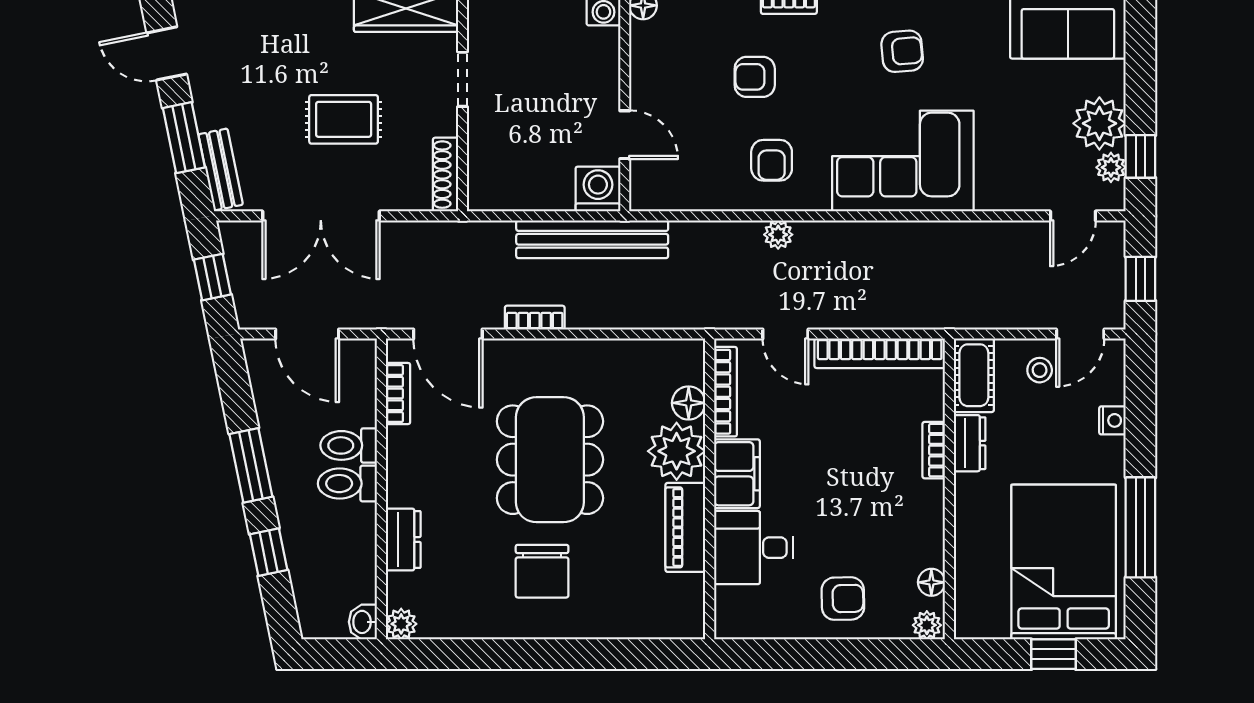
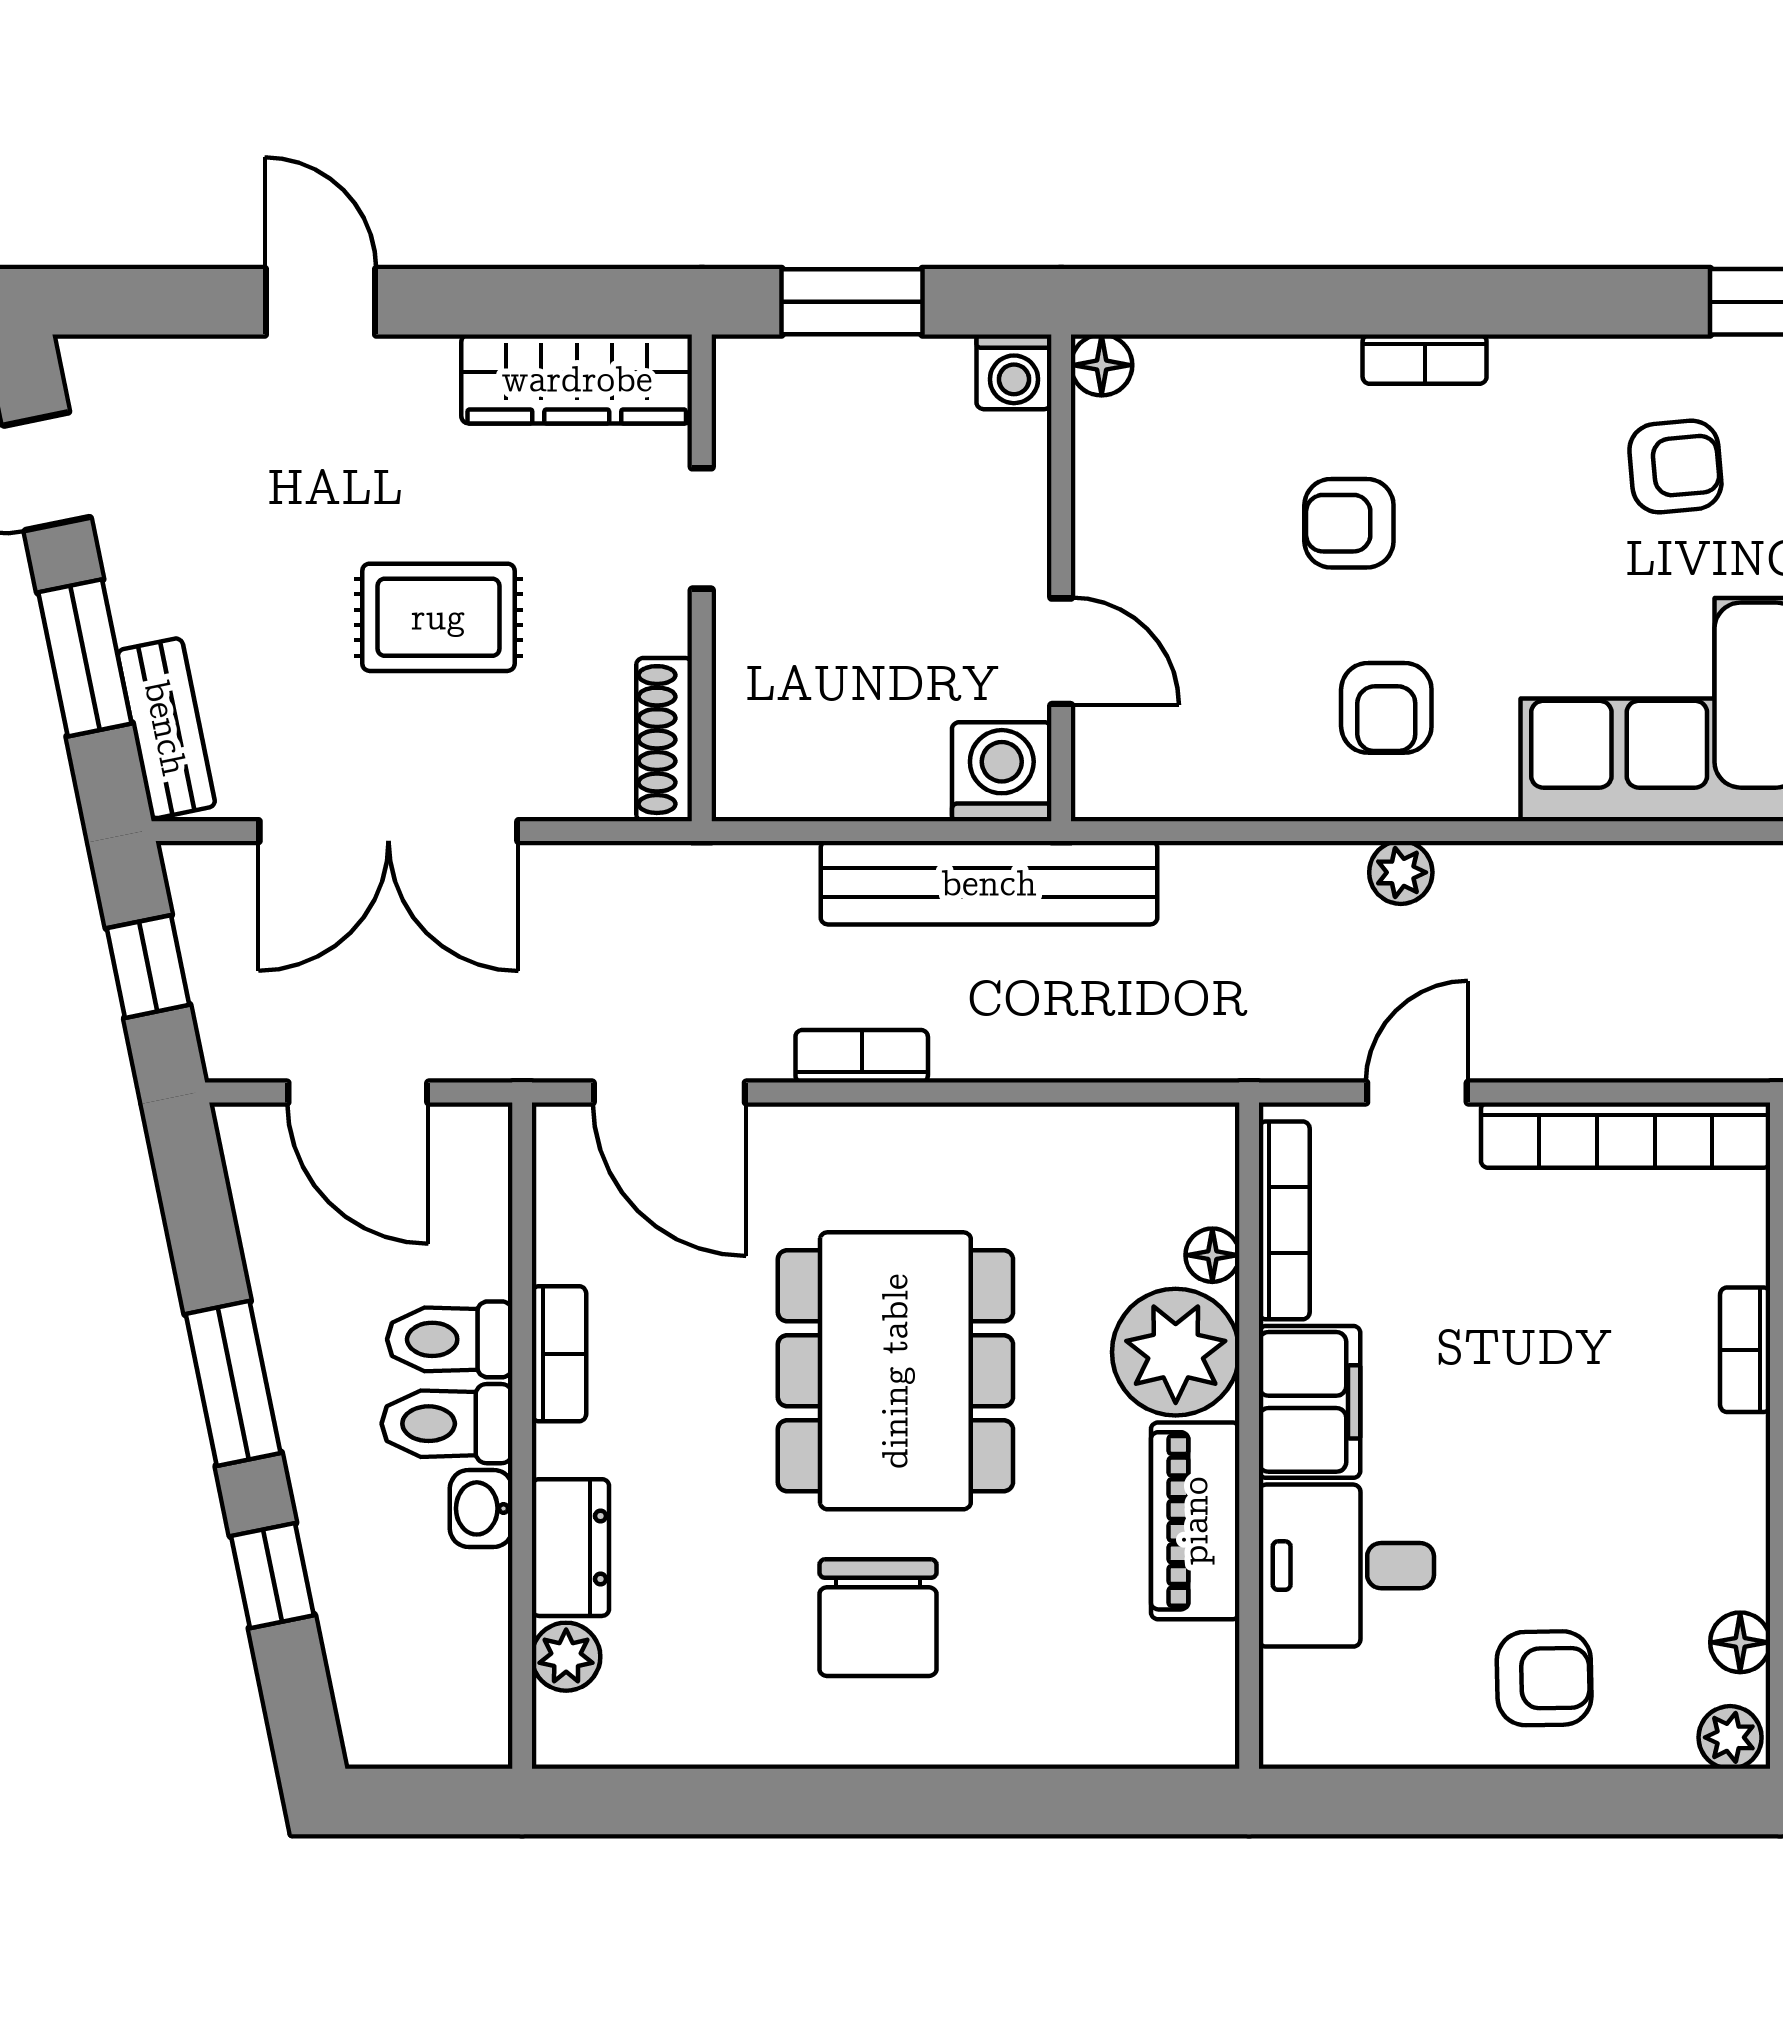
door: (785, 334) -> (1417, 1092), swing flipped
bookcase: (398, 394) -> (559, 1354), moved
floor lamp: (689, 403) -> (1212, 1255), width x0.73, depth x0.73
washbasin: (363, 622) -> (481, 1508), moved
plant: (401, 624) -> (566, 1657), moved

